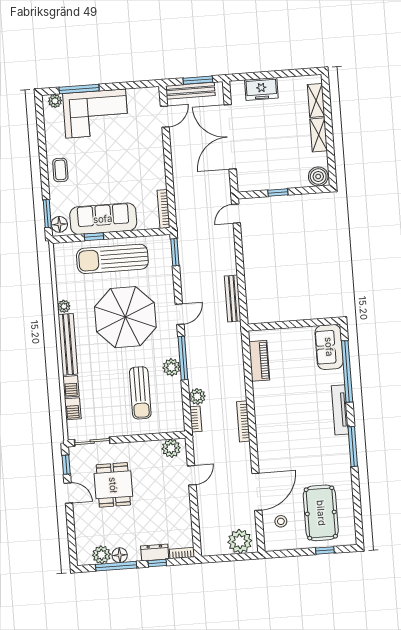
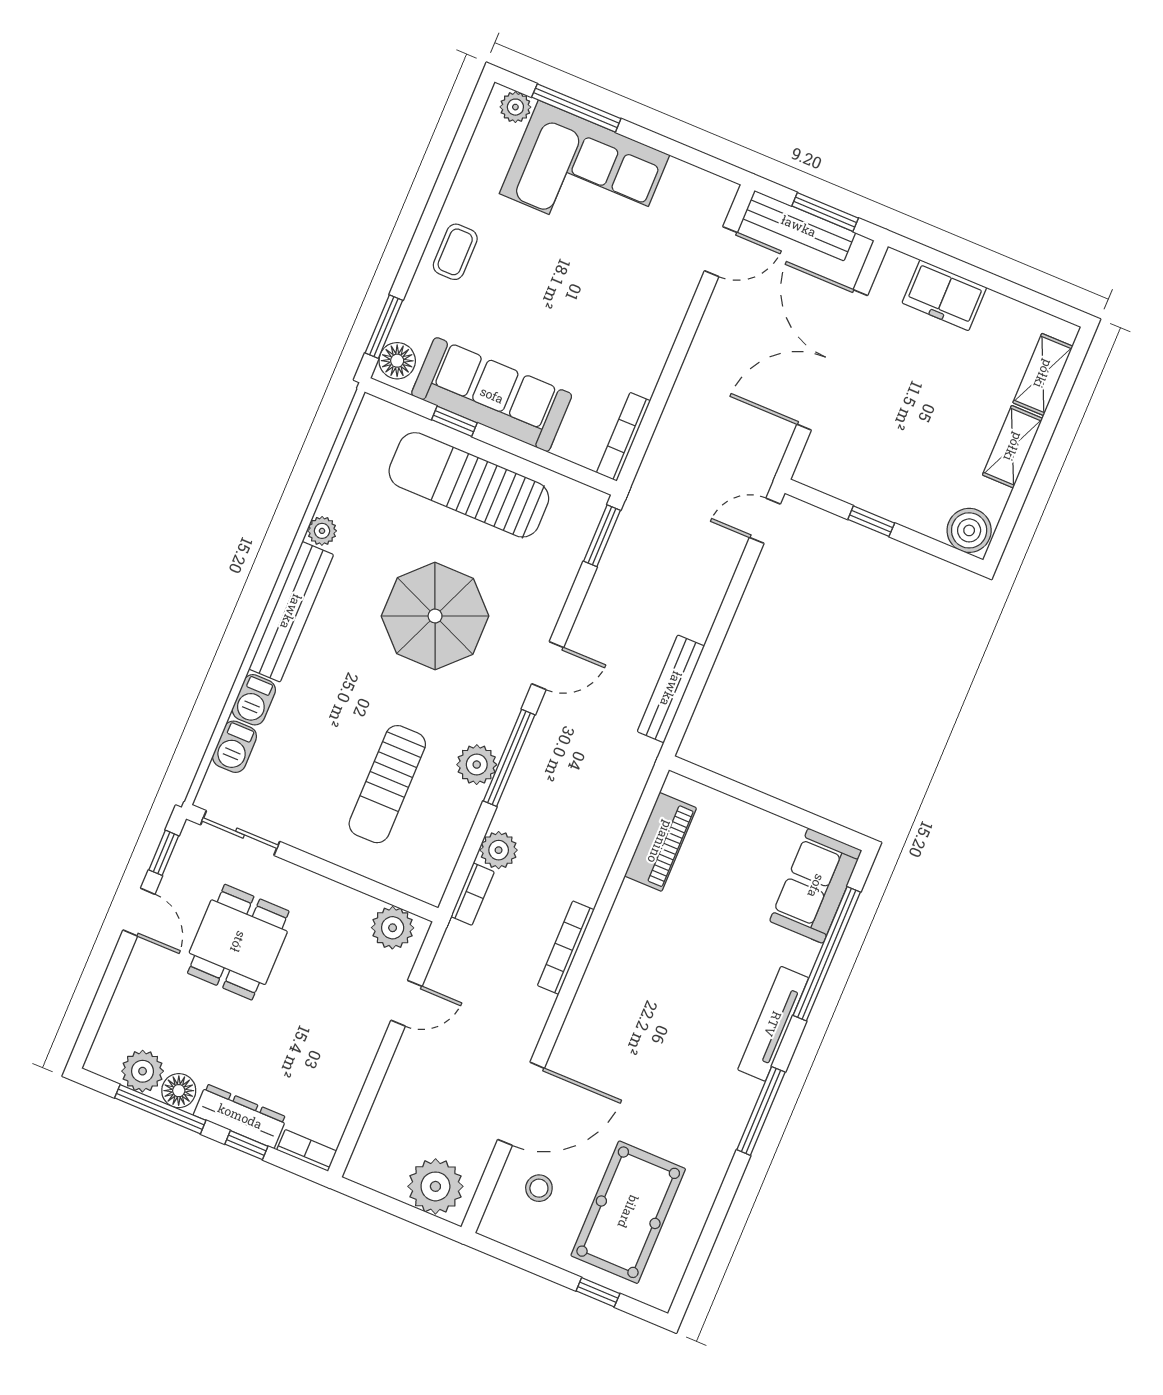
parasol: (125, 317) -> (435, 616), width x0.73, depth x0.73
dresser: (155, 552) -> (240, 1116), width x1.44

